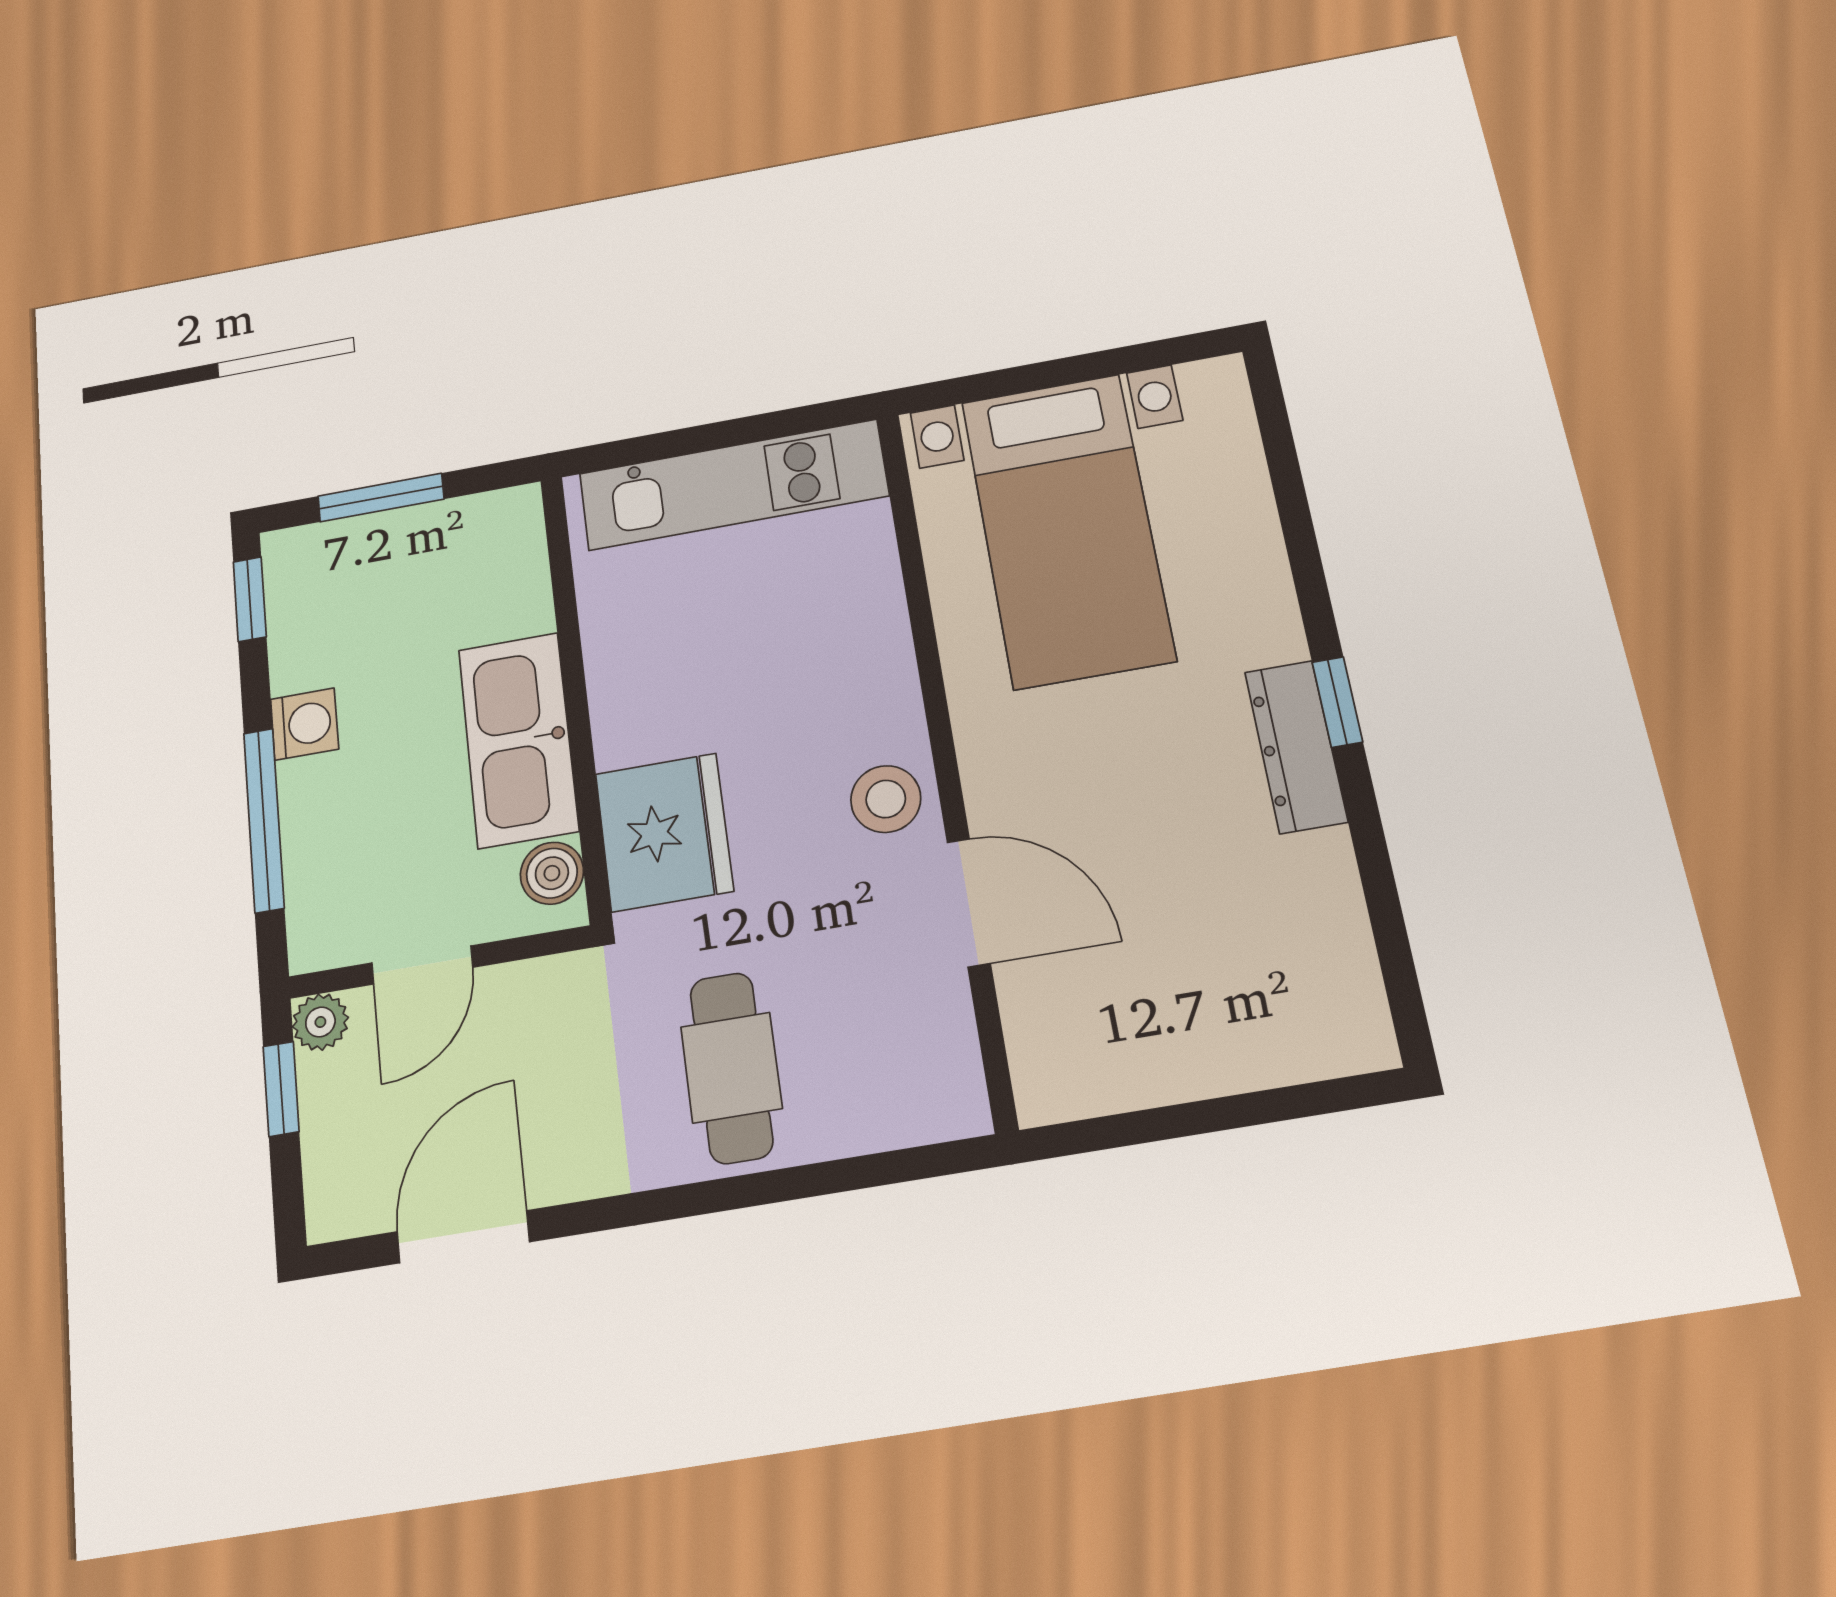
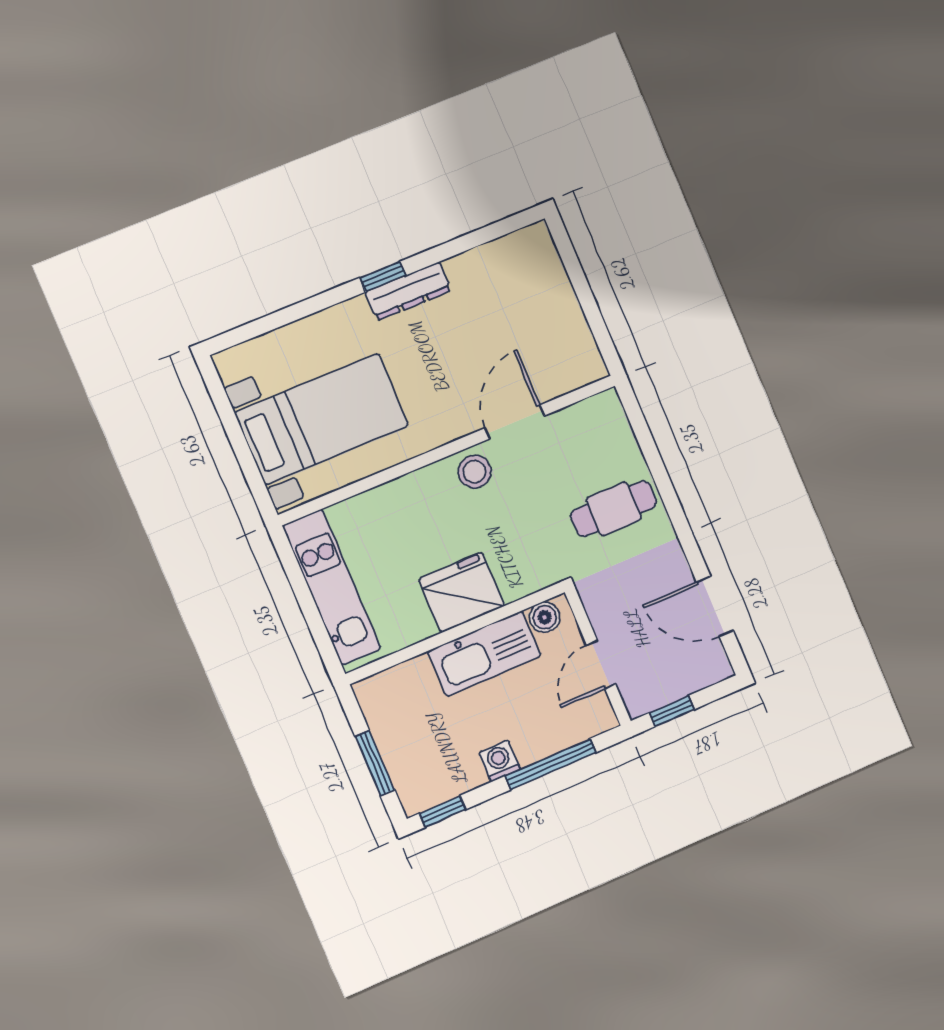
fridge: (664, 832) -> (462, 592), moved
door: (422, 965) -> (601, 664), swing flipped
plant: (320, 1022) -> (638, 703), removed

